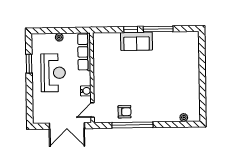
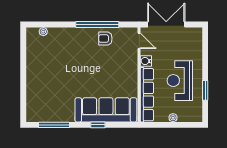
window: (158, 29) -> (54, 125), moved
sofa: (137, 41) -> (106, 110), width x1.85, depth x1.27
row of seats: (84, 52) -> (147, 95), width x1.36
door: (92, 110) -> (139, 41), hinge flipped

